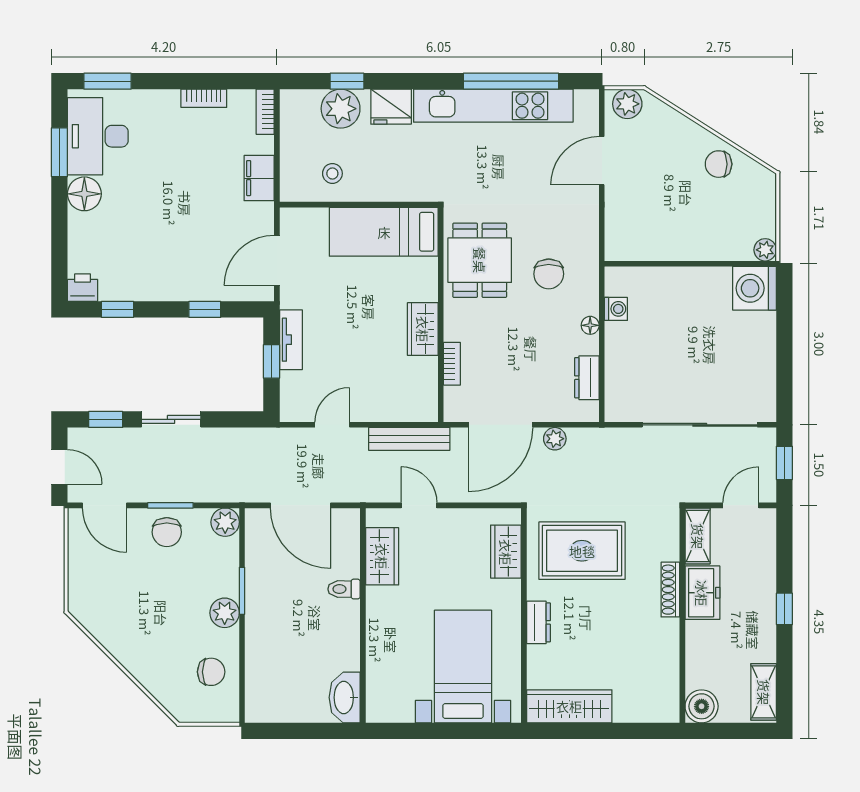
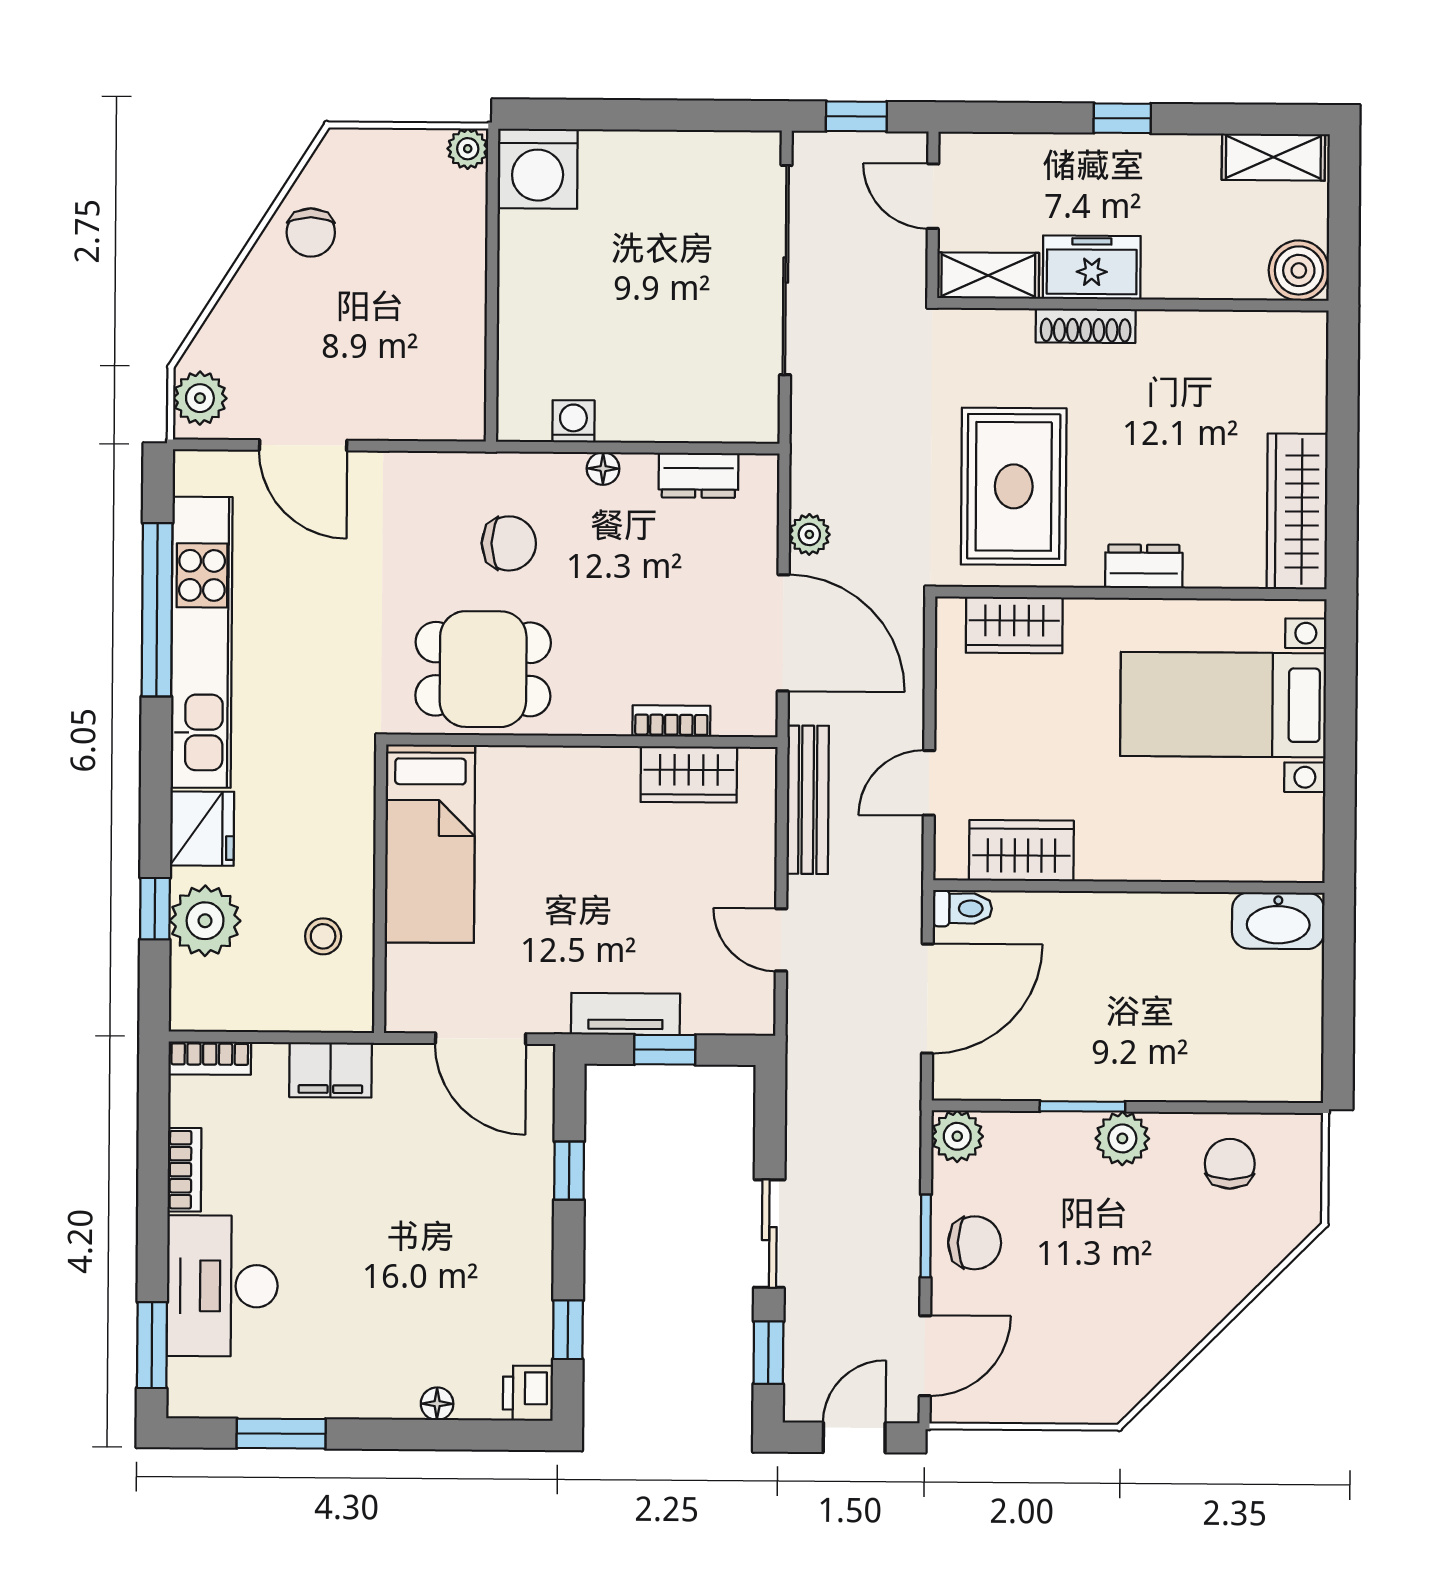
desk: (98, 136) -> (222, 1286), moved, turned 90
floor lamp: (84, 194) -> (437, 1404), moved, width x0.53, depth x0.53
wardrobe: (423, 329) -> (689, 774), moved
toilet: (344, 589) -> (962, 908), moved, turned -90

